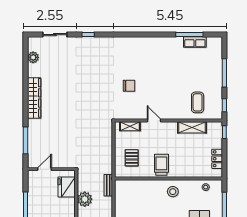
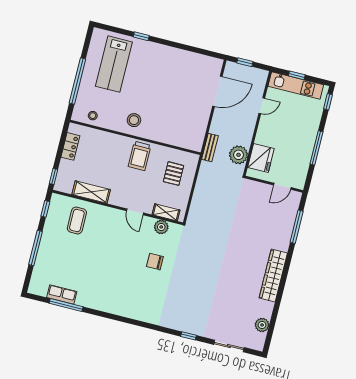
plant: (131, 114) -> (161, 227), added
plant: (85, 199) -> (238, 155), moved

